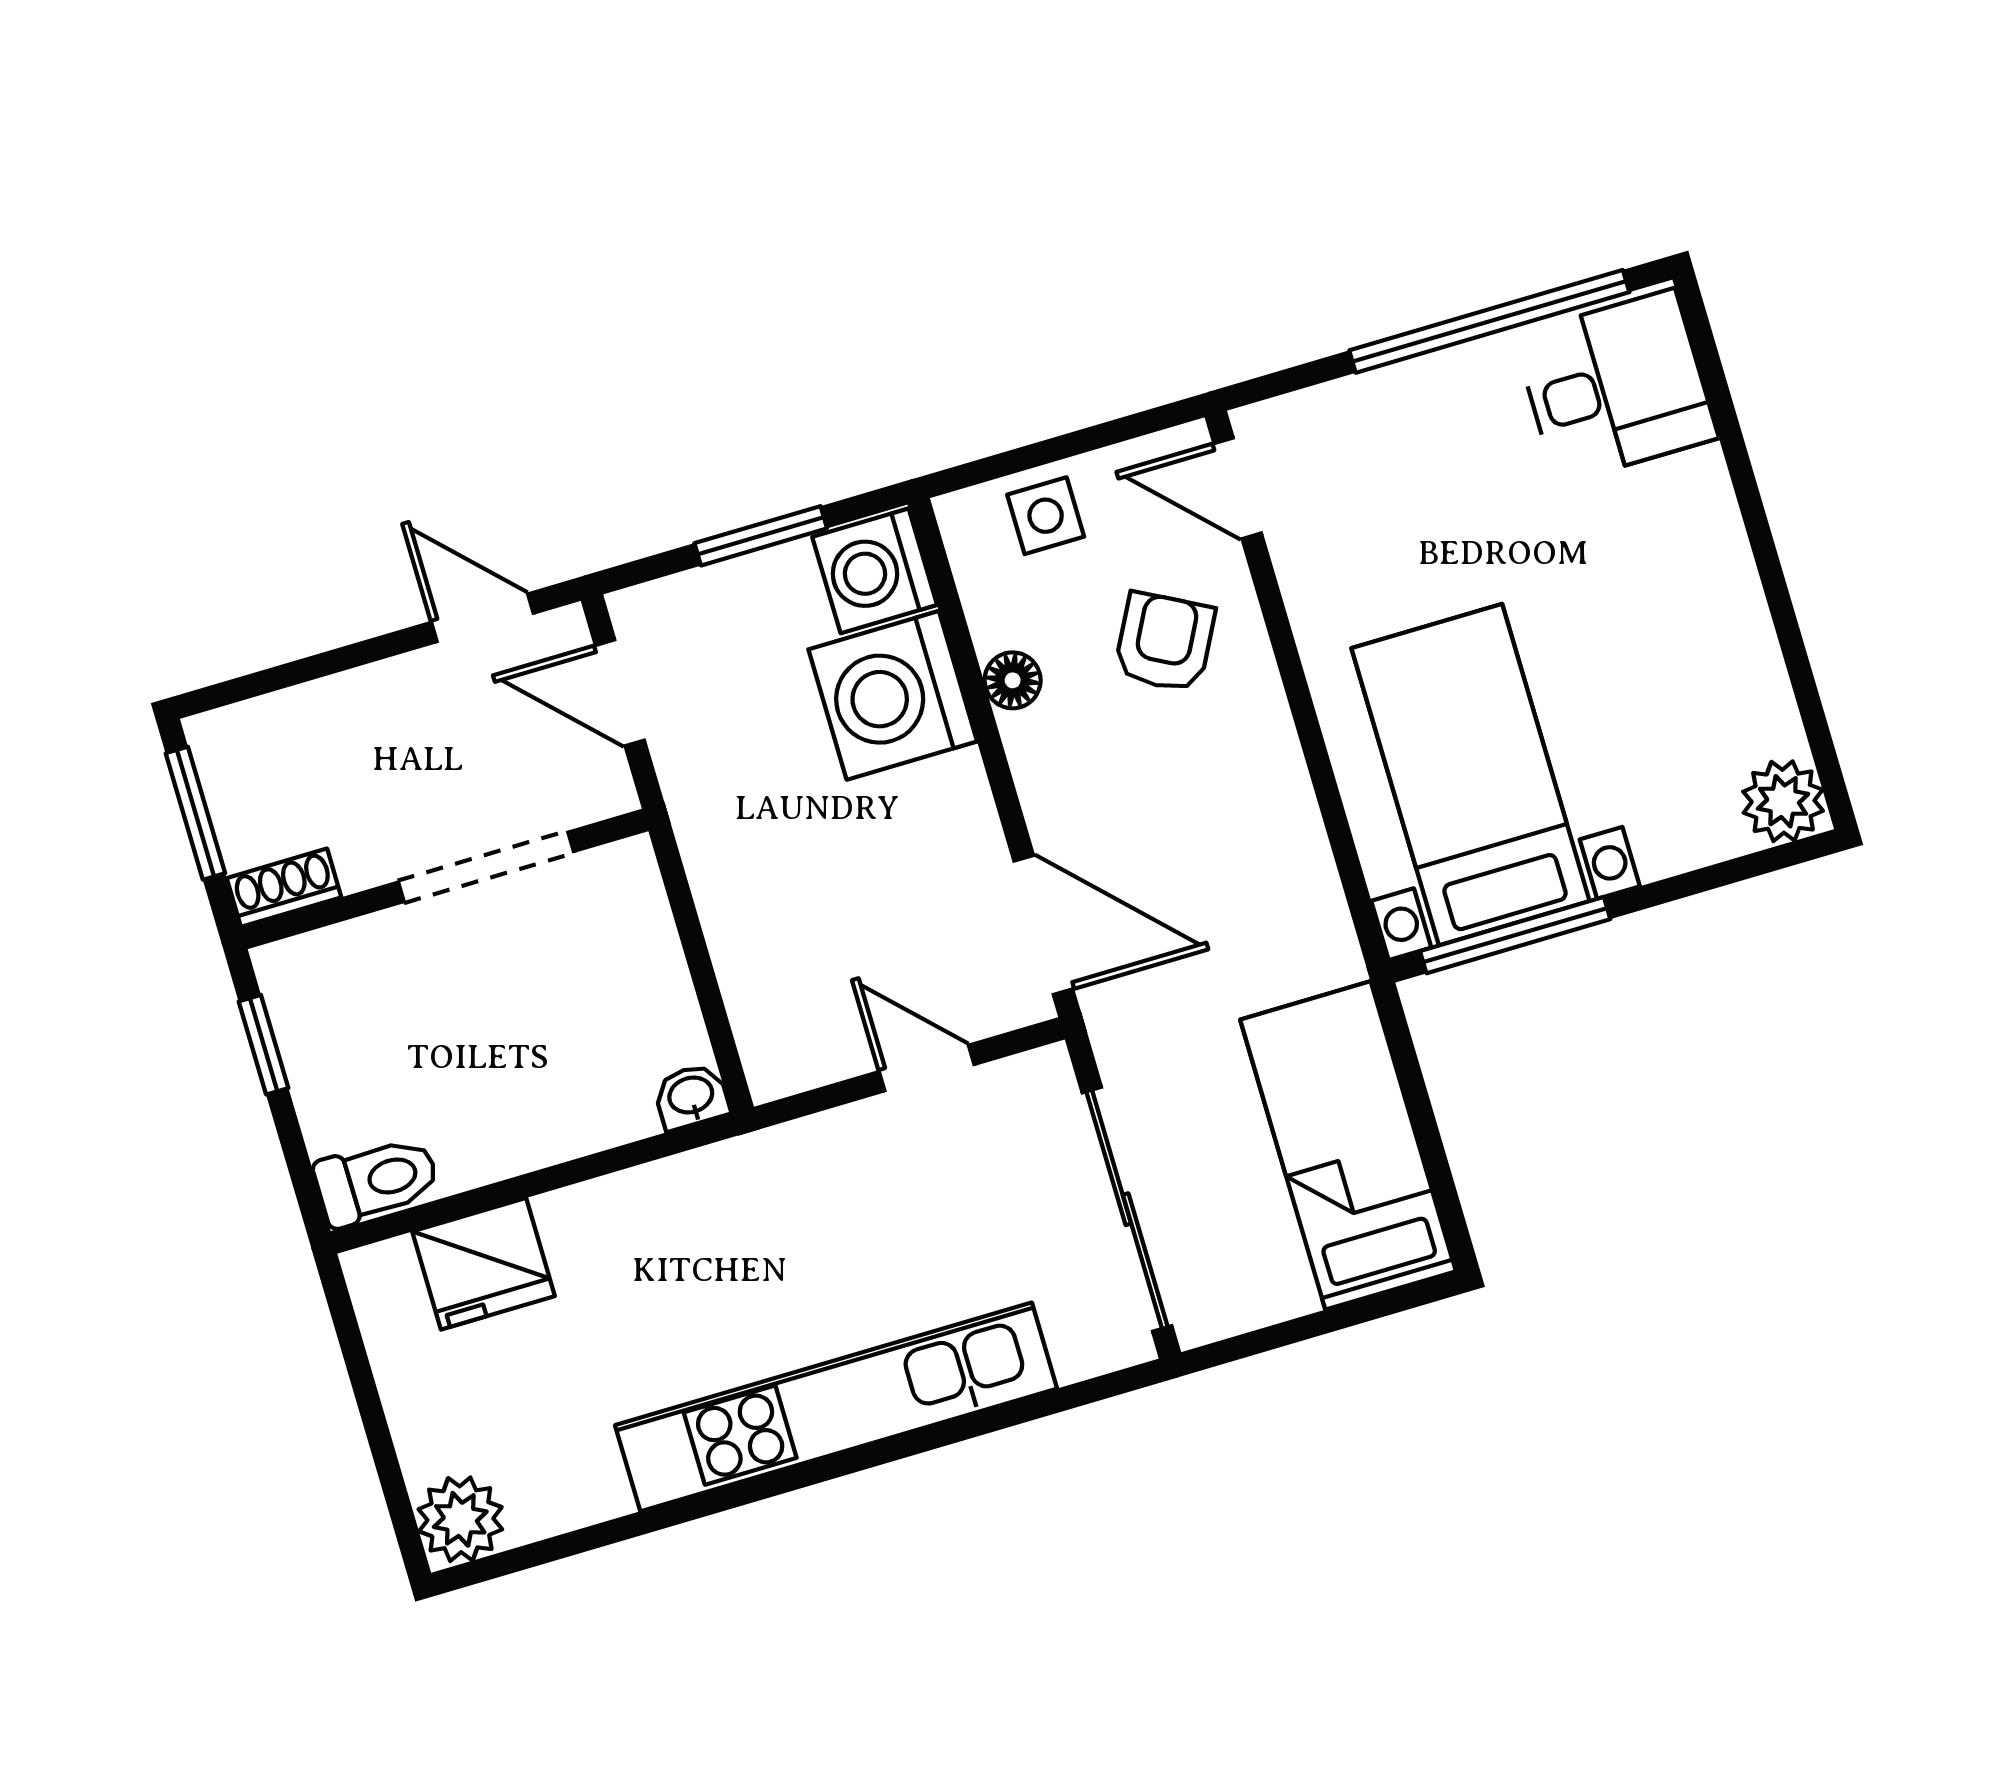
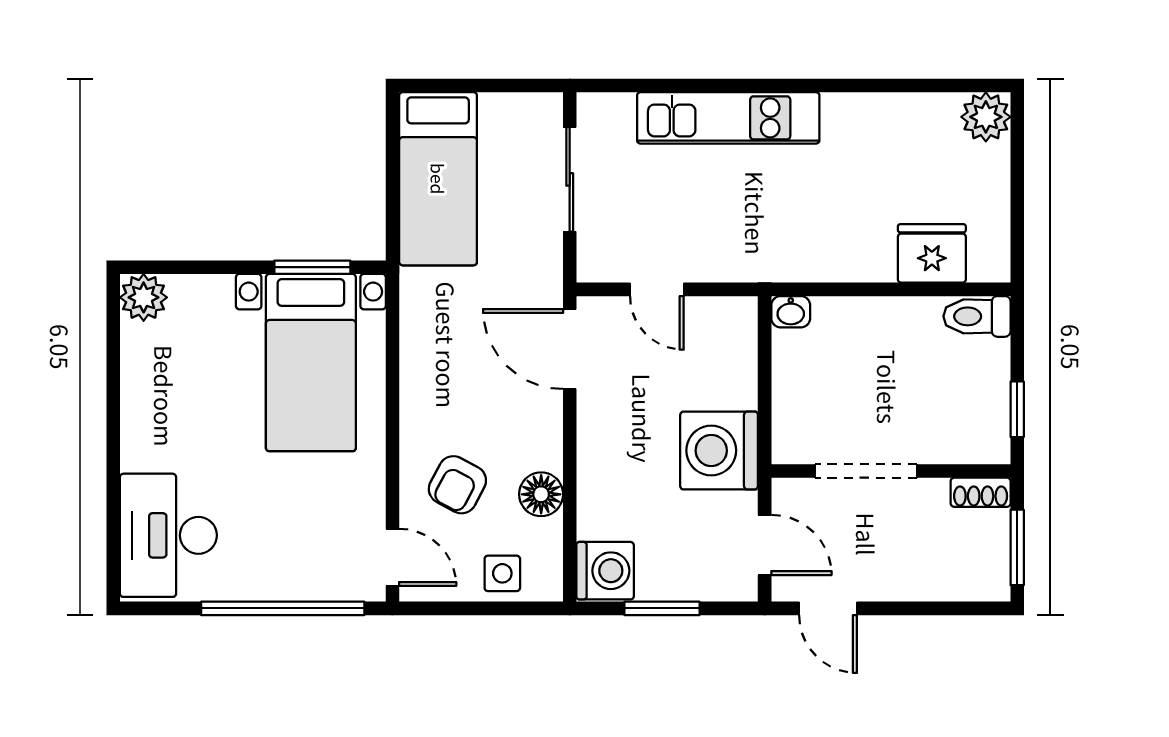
window: (1489, 321) -> (283, 608), moved
desk: (1616, 387) -> (168, 535), width x1.37
floor lamp: (1013, 680) -> (541, 494), width x1.37, depth x1.37
washing machine: (893, 695) -> (719, 451), moved, turned 180
window: (1515, 935) -> (312, 267), width x0.69
sliding door: (1127, 1209) -> (570, 179), width x0.73
kitchen unit: (836, 1407) -> (728, 118), width x0.73

